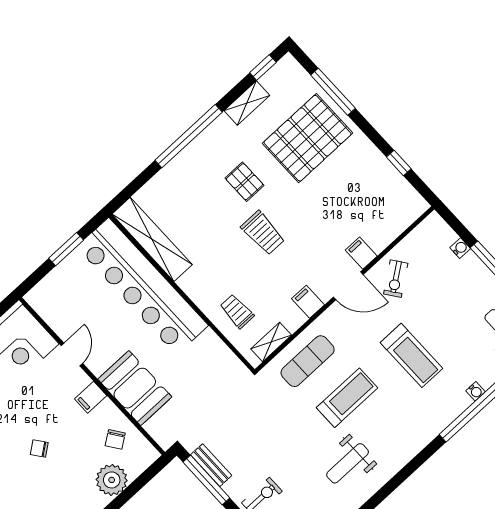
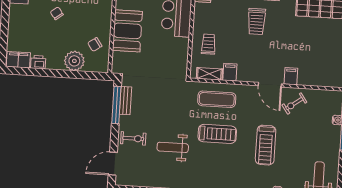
filing cabinet: (308, 302) -> (230, 72), moved
filing cabinet: (91, 397) -> (103, 14), removed
weight bench: (348, 463) -> (173, 147), moved

